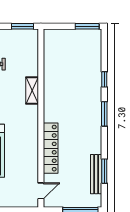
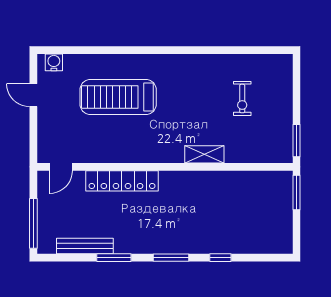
window: (87, 26) -> (296, 193), moved
window: (104, 171) -> (114, 258), moved
door: (41, 191) -> (61, 167), hinge flipped

